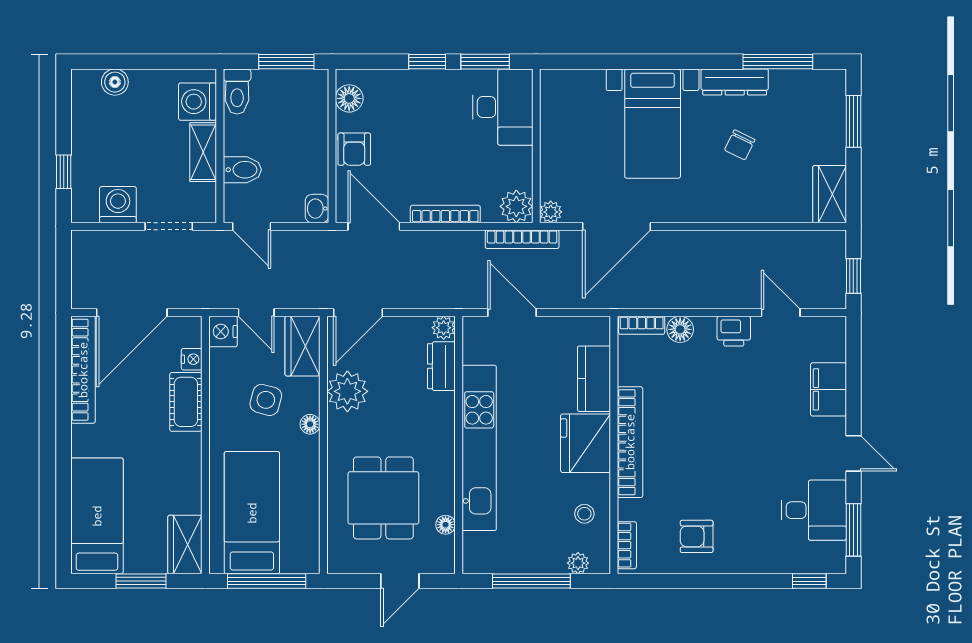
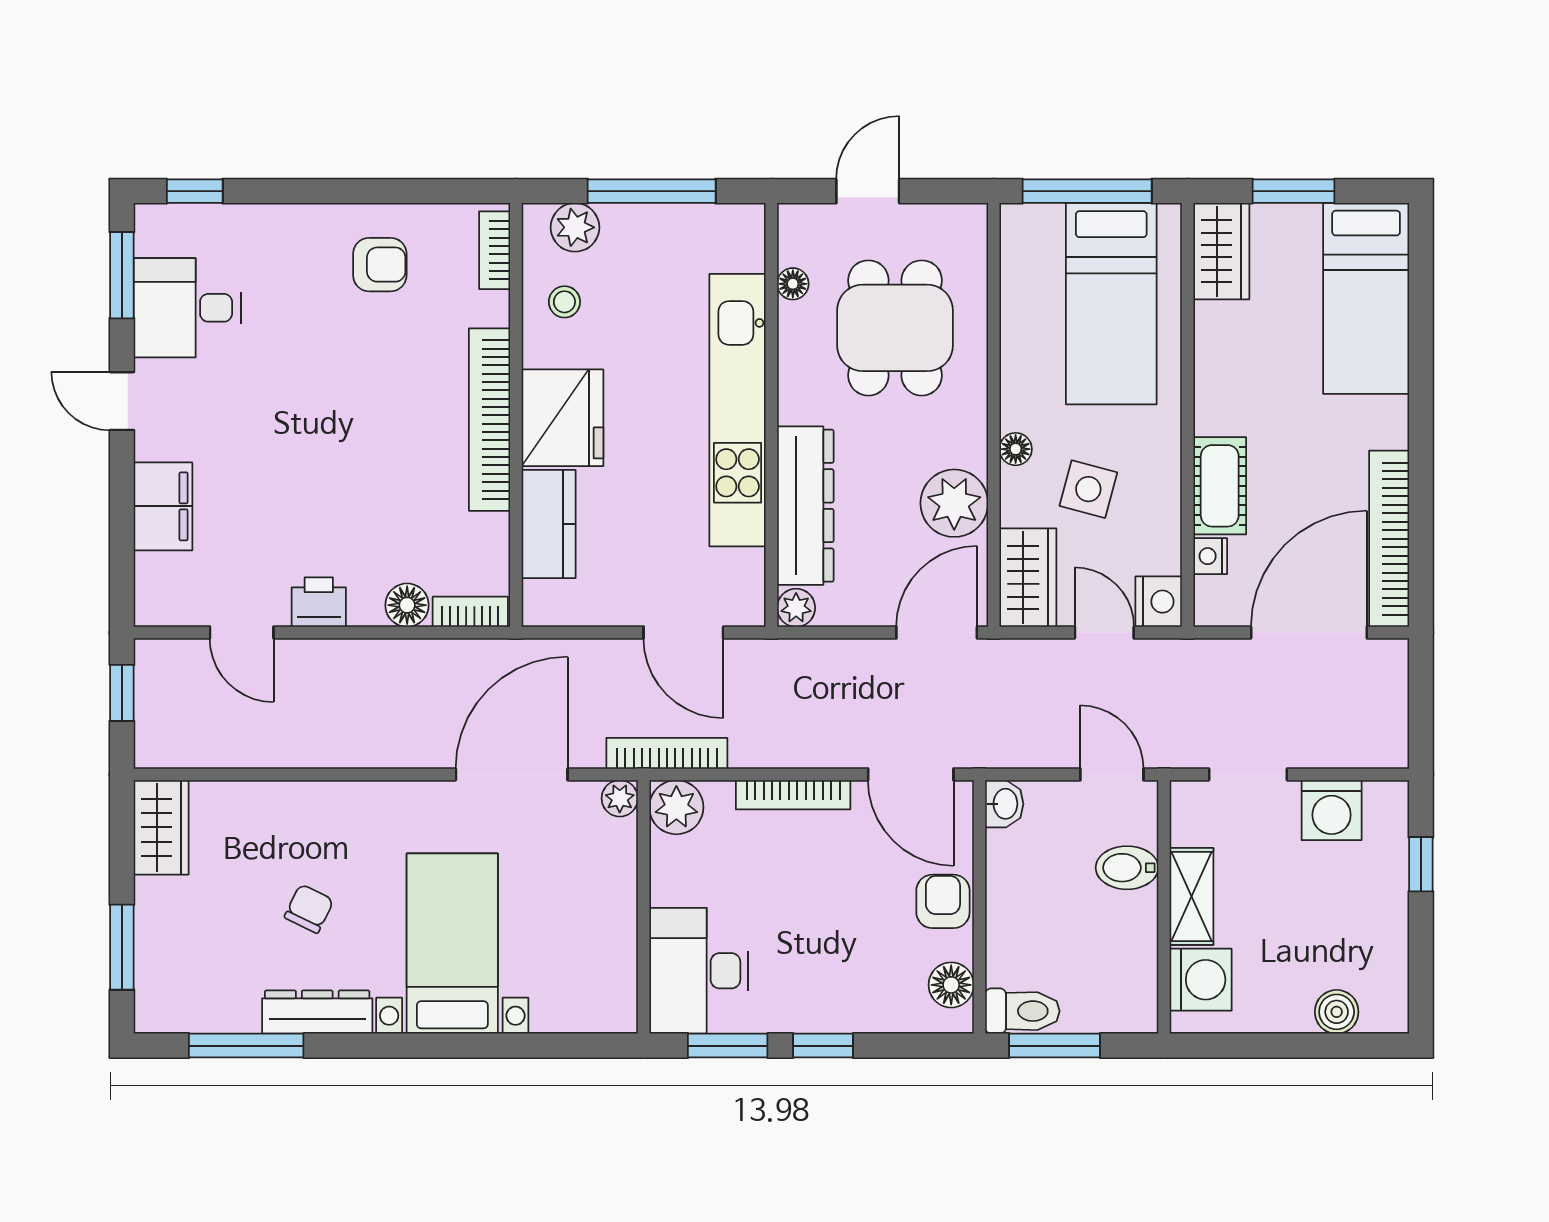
toilet: (237, 91) -> (1022, 1011), moved, turned 90
dresser: (441, 366) -> (805, 506), width x1.96, depth x1.24
plant: (578, 563) -> (575, 227), width x1.38, depth x1.38

